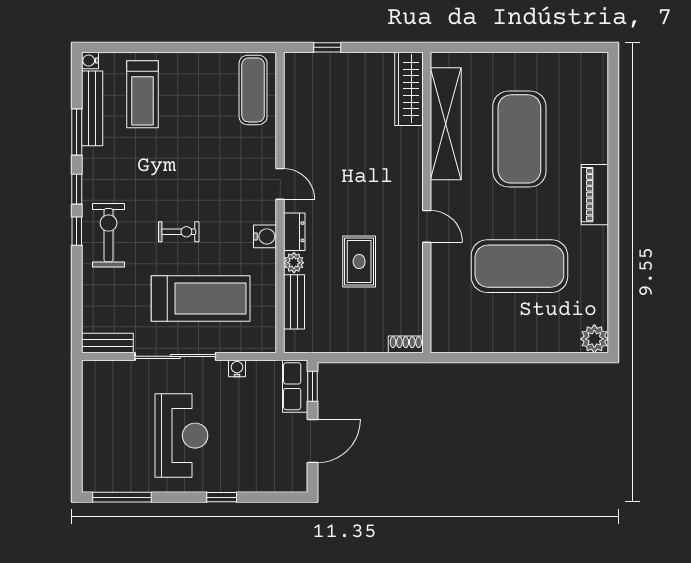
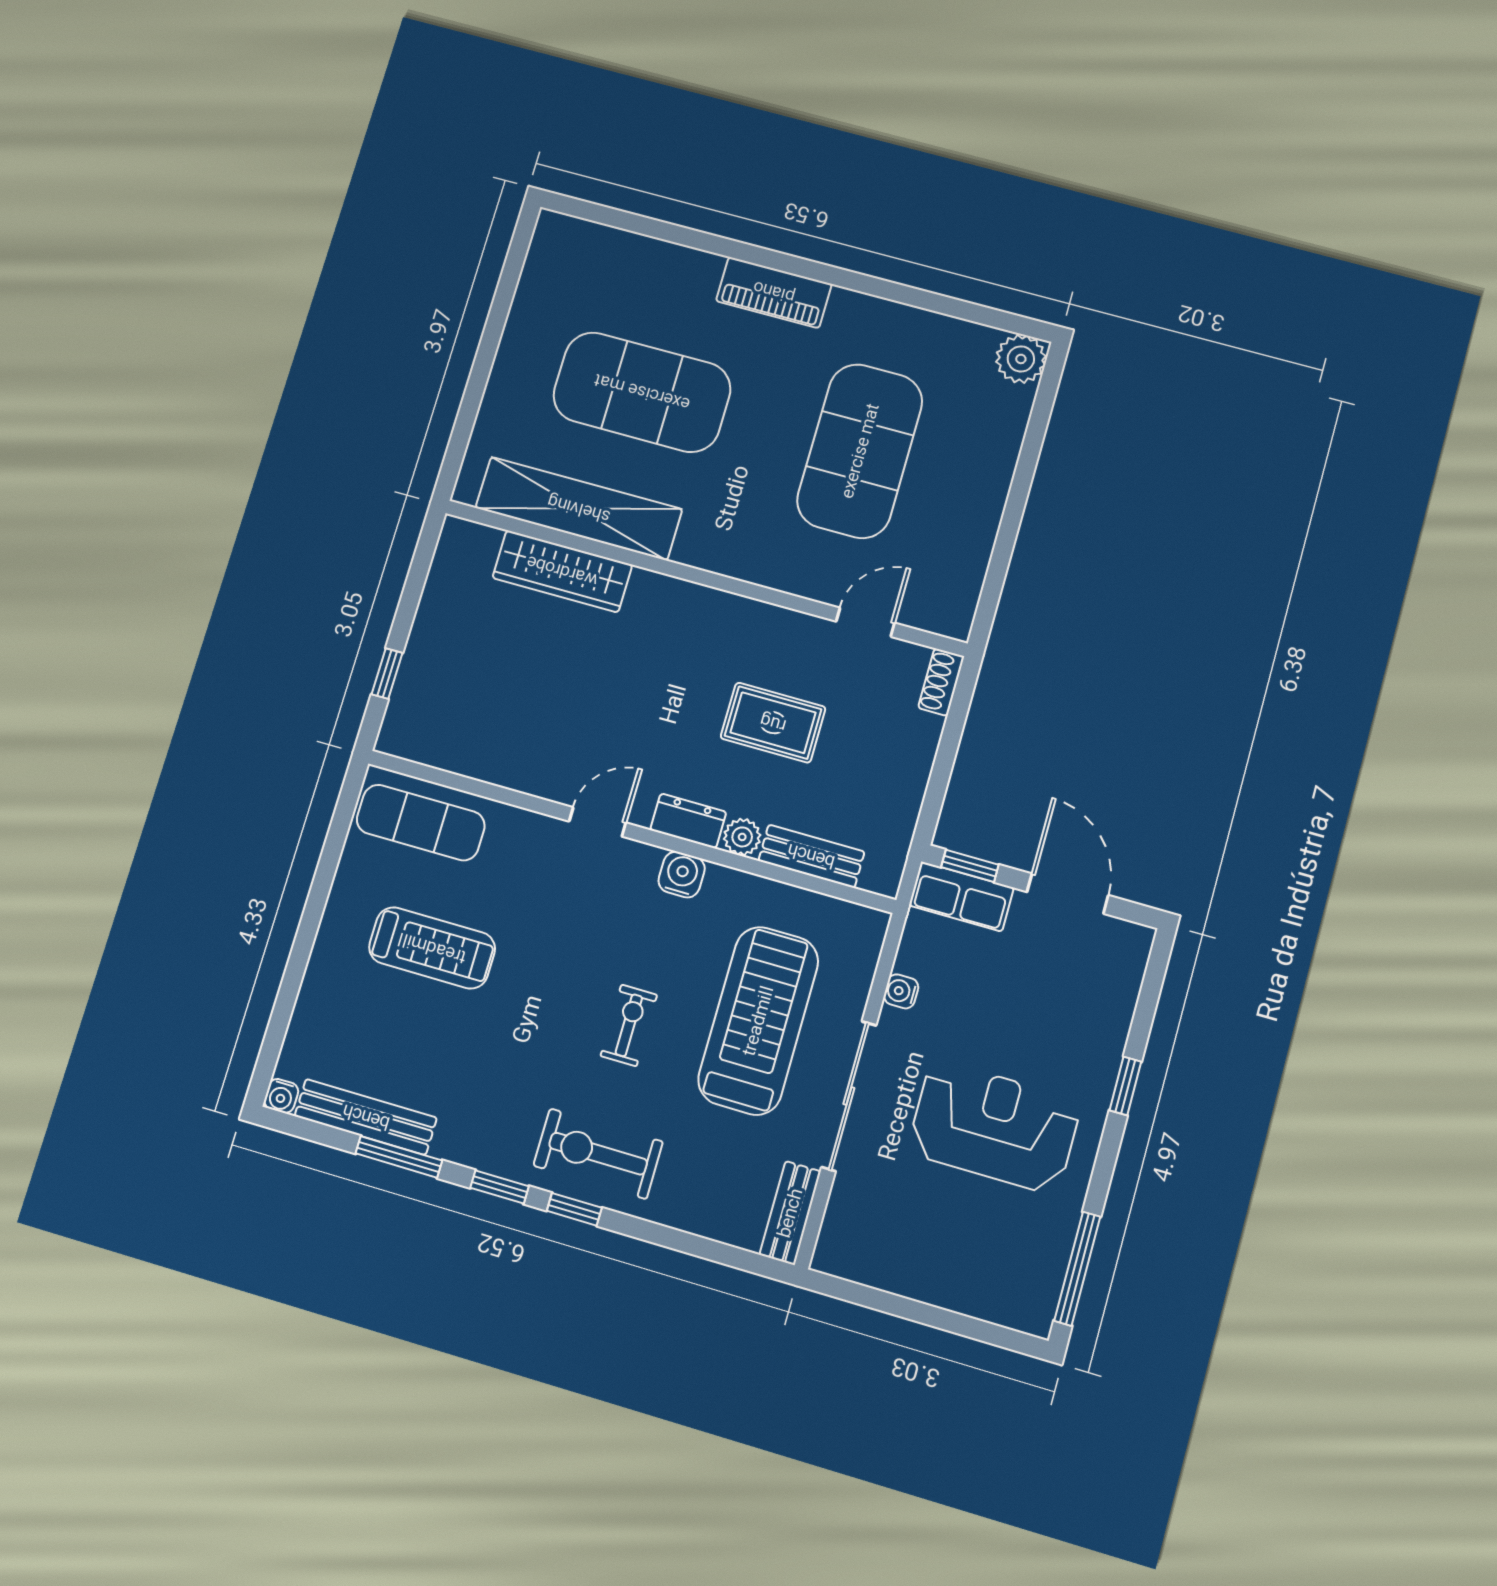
wardrobe: (409, 89) -> (562, 571), moved
treadmill: (143, 94) -> (432, 948), moved
door: (427, 226) -> (865, 622), moved

